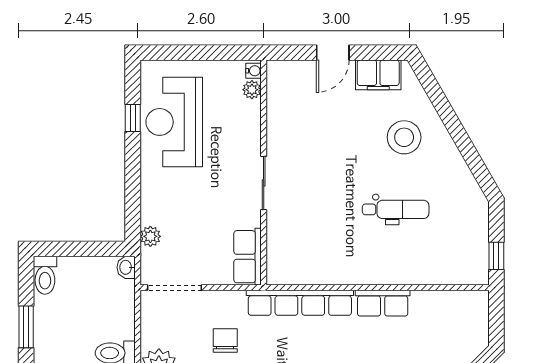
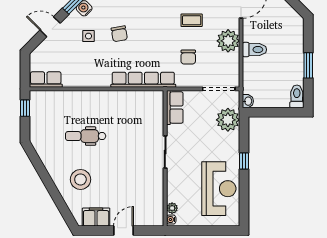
window: (133, 118) -> (244, 161), moved
plant: (150, 236) -> (228, 120), width x1.87, depth x1.87
row of seats: (383, 303) -> (46, 80), moved

